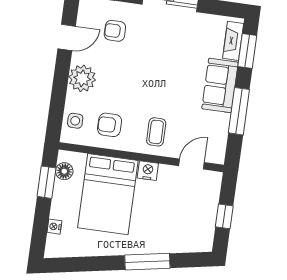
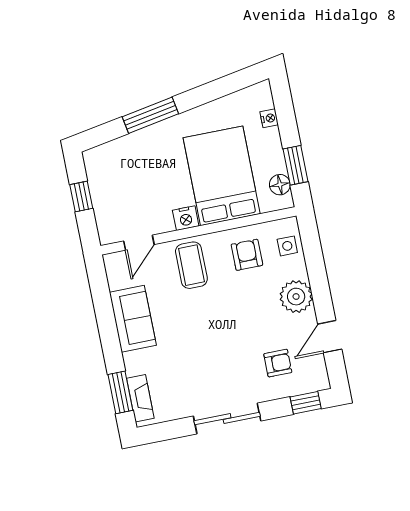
sofa: (220, 85) -> (133, 319), moved
window: (239, 111) -> (106, 321), removed
armchair: (110, 125) -> (247, 255), turned -90
coffee table: (156, 132) -> (191, 265), width x1.36, depth x1.30

